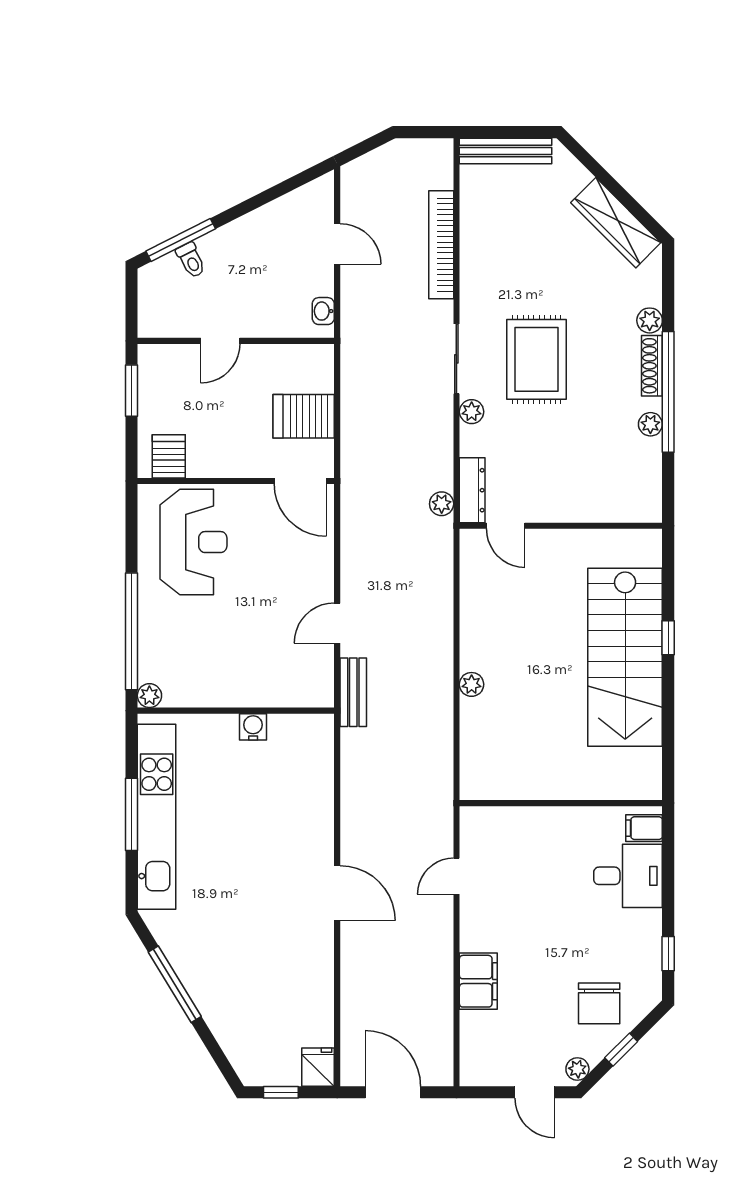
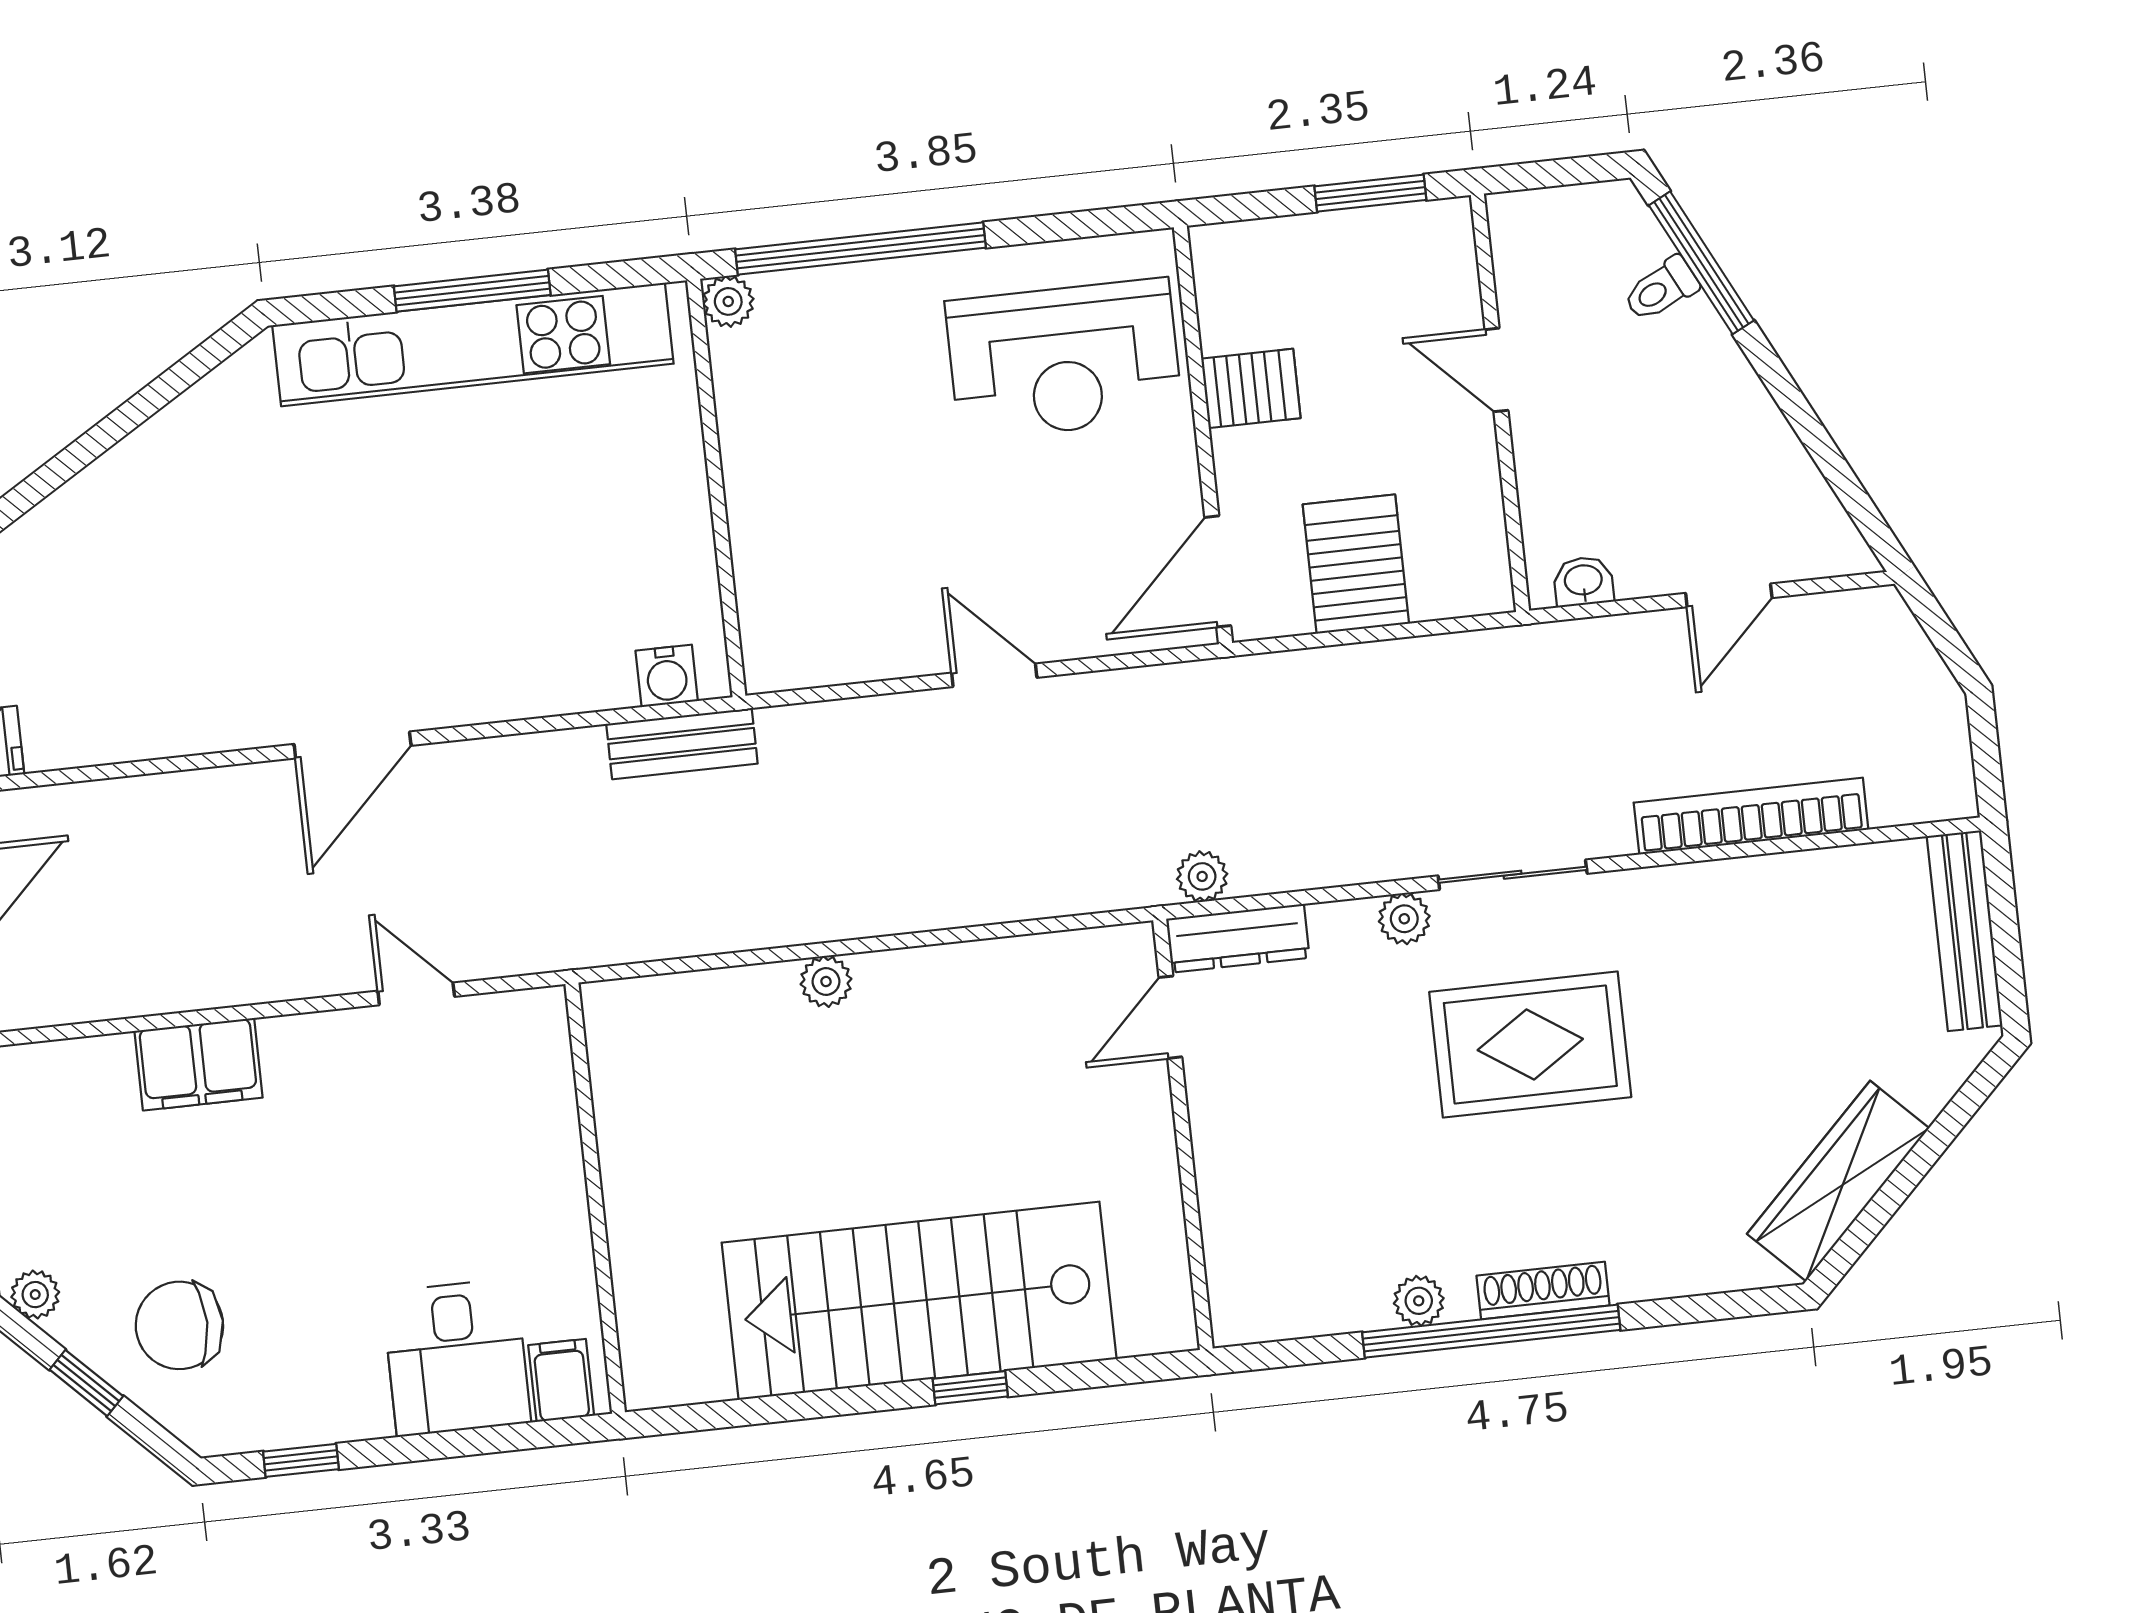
plant: (650, 320) -> (1639, 1275), removed
server rack: (169, 456) -> (1251, 388), moved
door: (337, 623) -> (994, 675), moved
bench: (353, 692) -> (682, 744), moved
water cooler: (253, 727) -> (667, 676), moved, turned 90
window: (175, 984) -> (122, 421), removed

